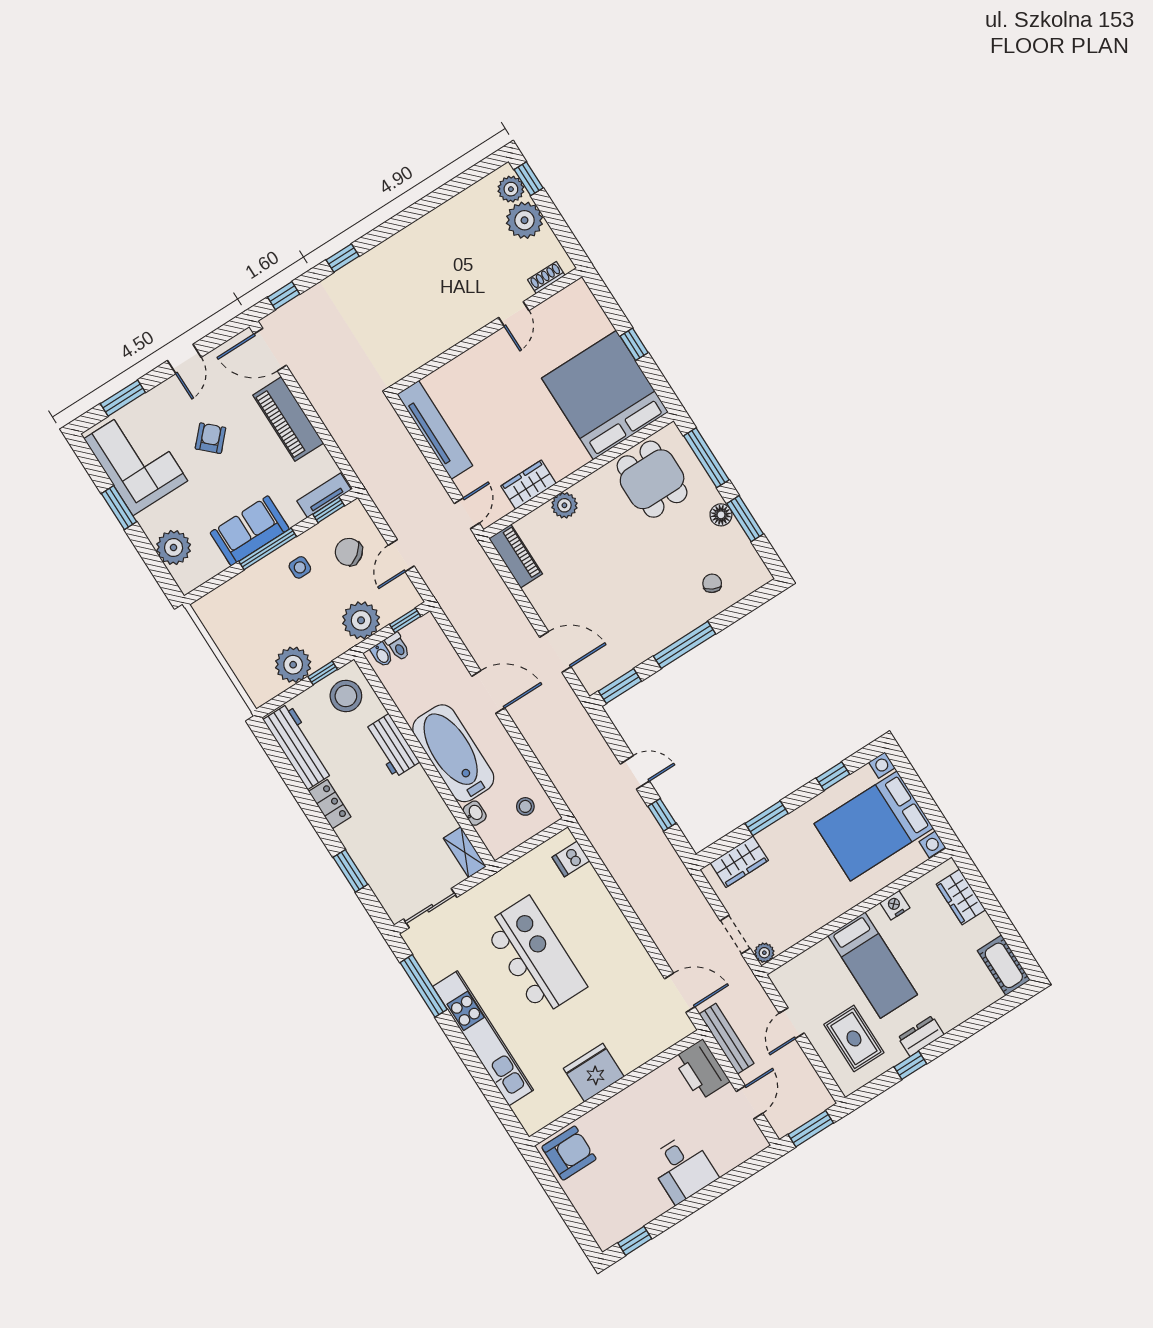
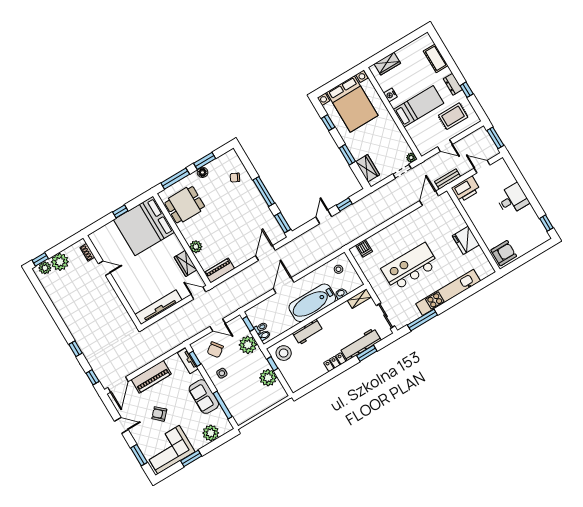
window: (268, 549) -> (223, 405), moved
workbench: (298, 746) -> (360, 344), moved
cot: (1004, 965) -> (436, 58), moved, turned 90
bench: (727, 1039) -> (448, 179), width x0.73
armchair: (569, 1153) -> (504, 253), turned 90

